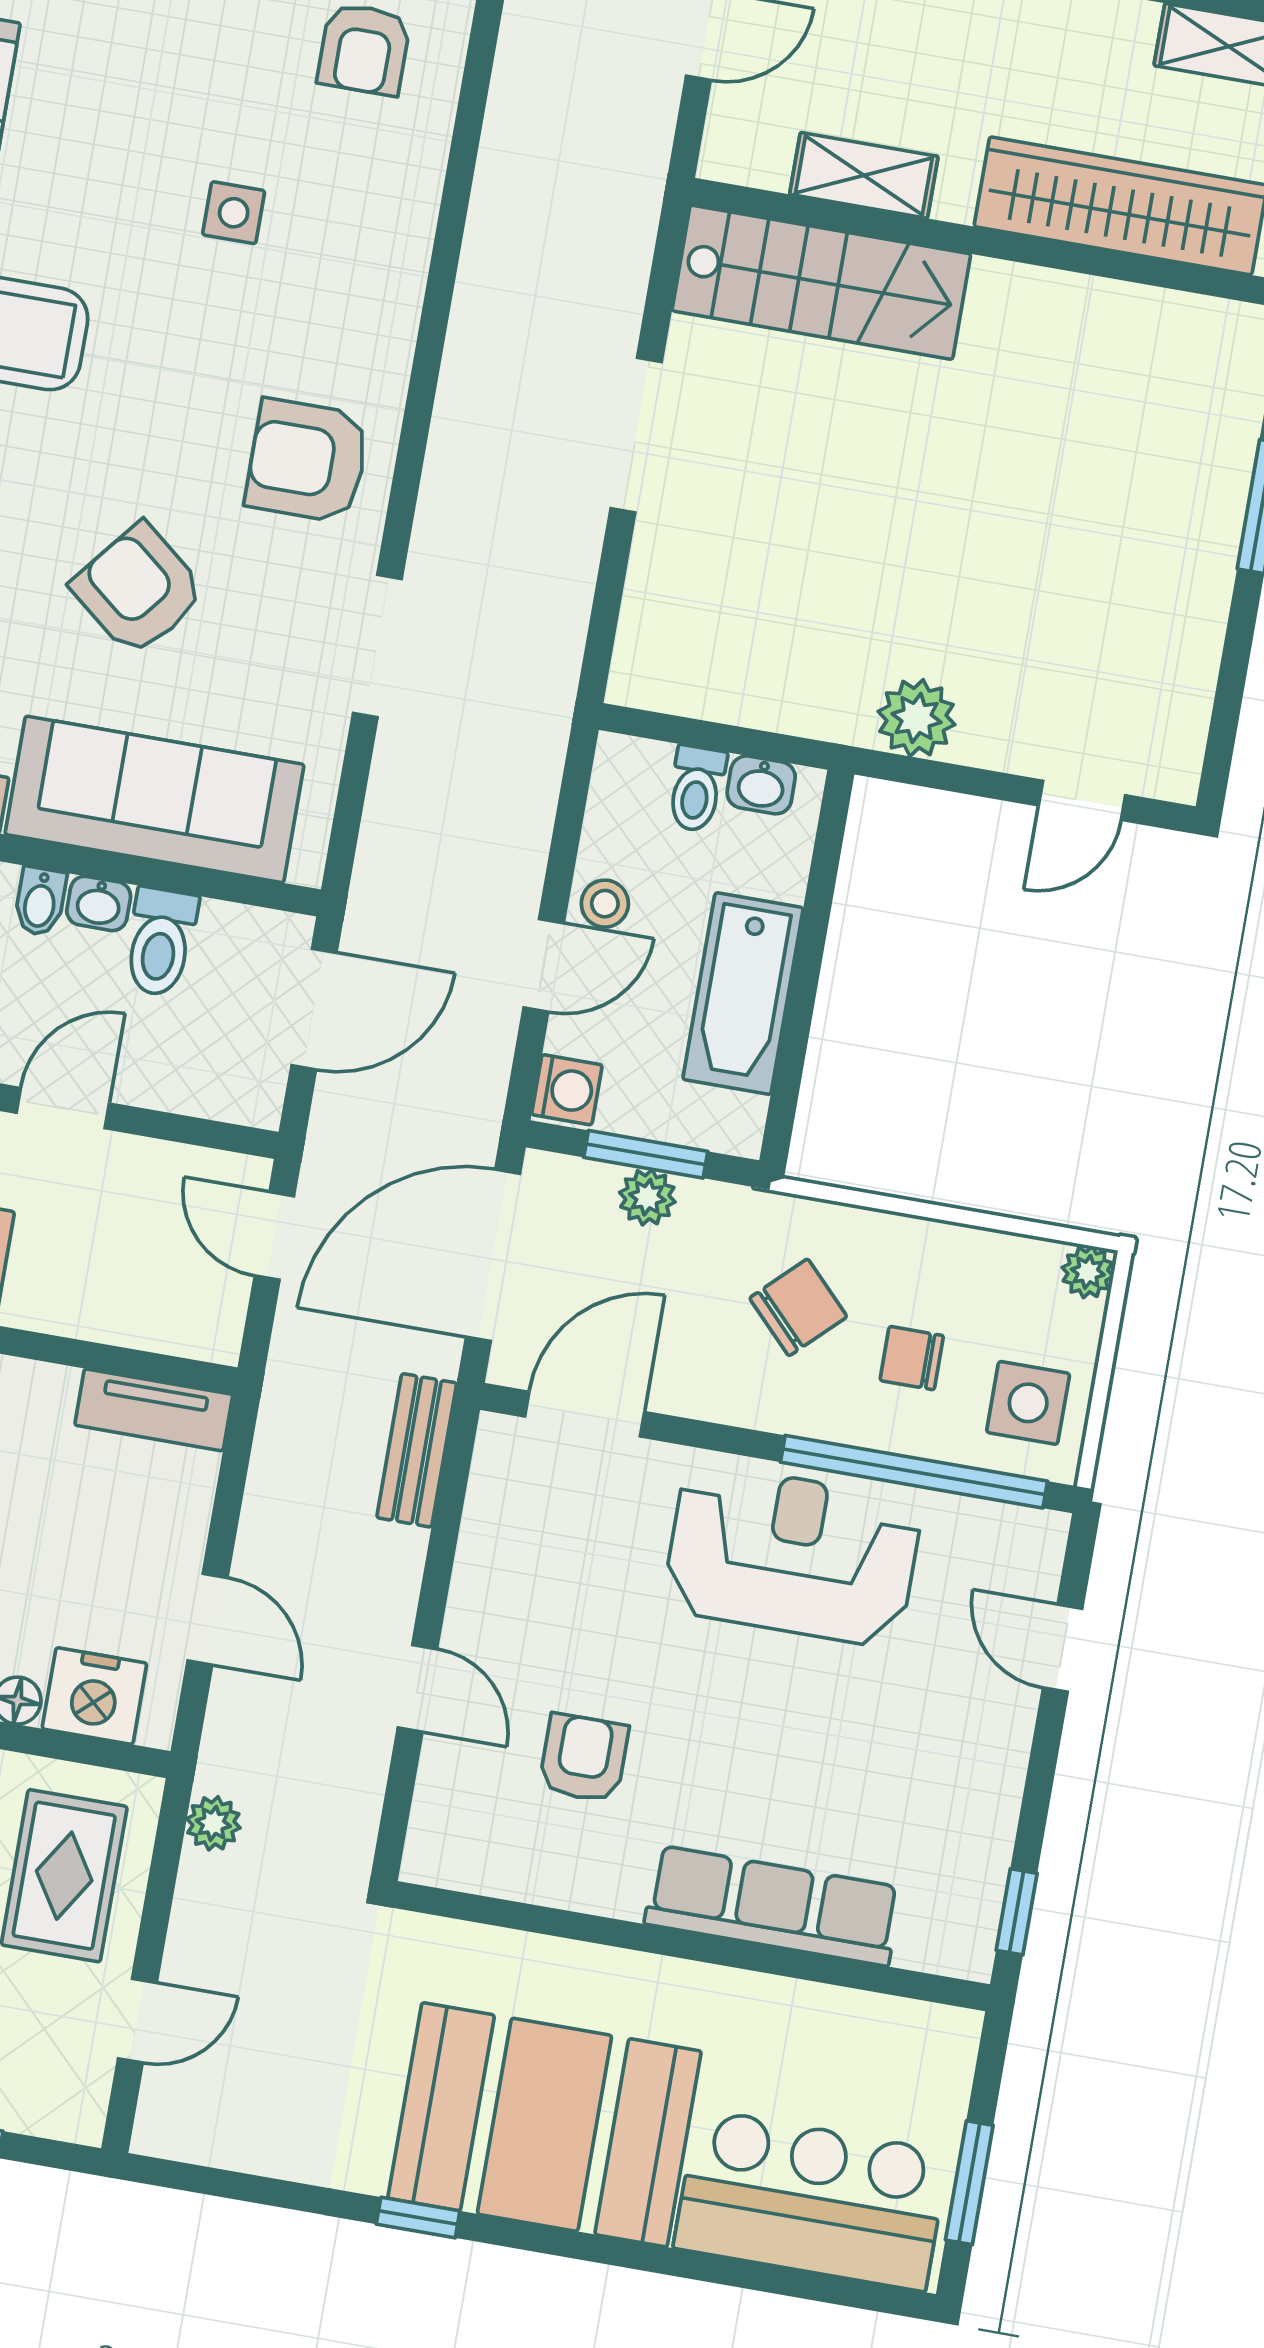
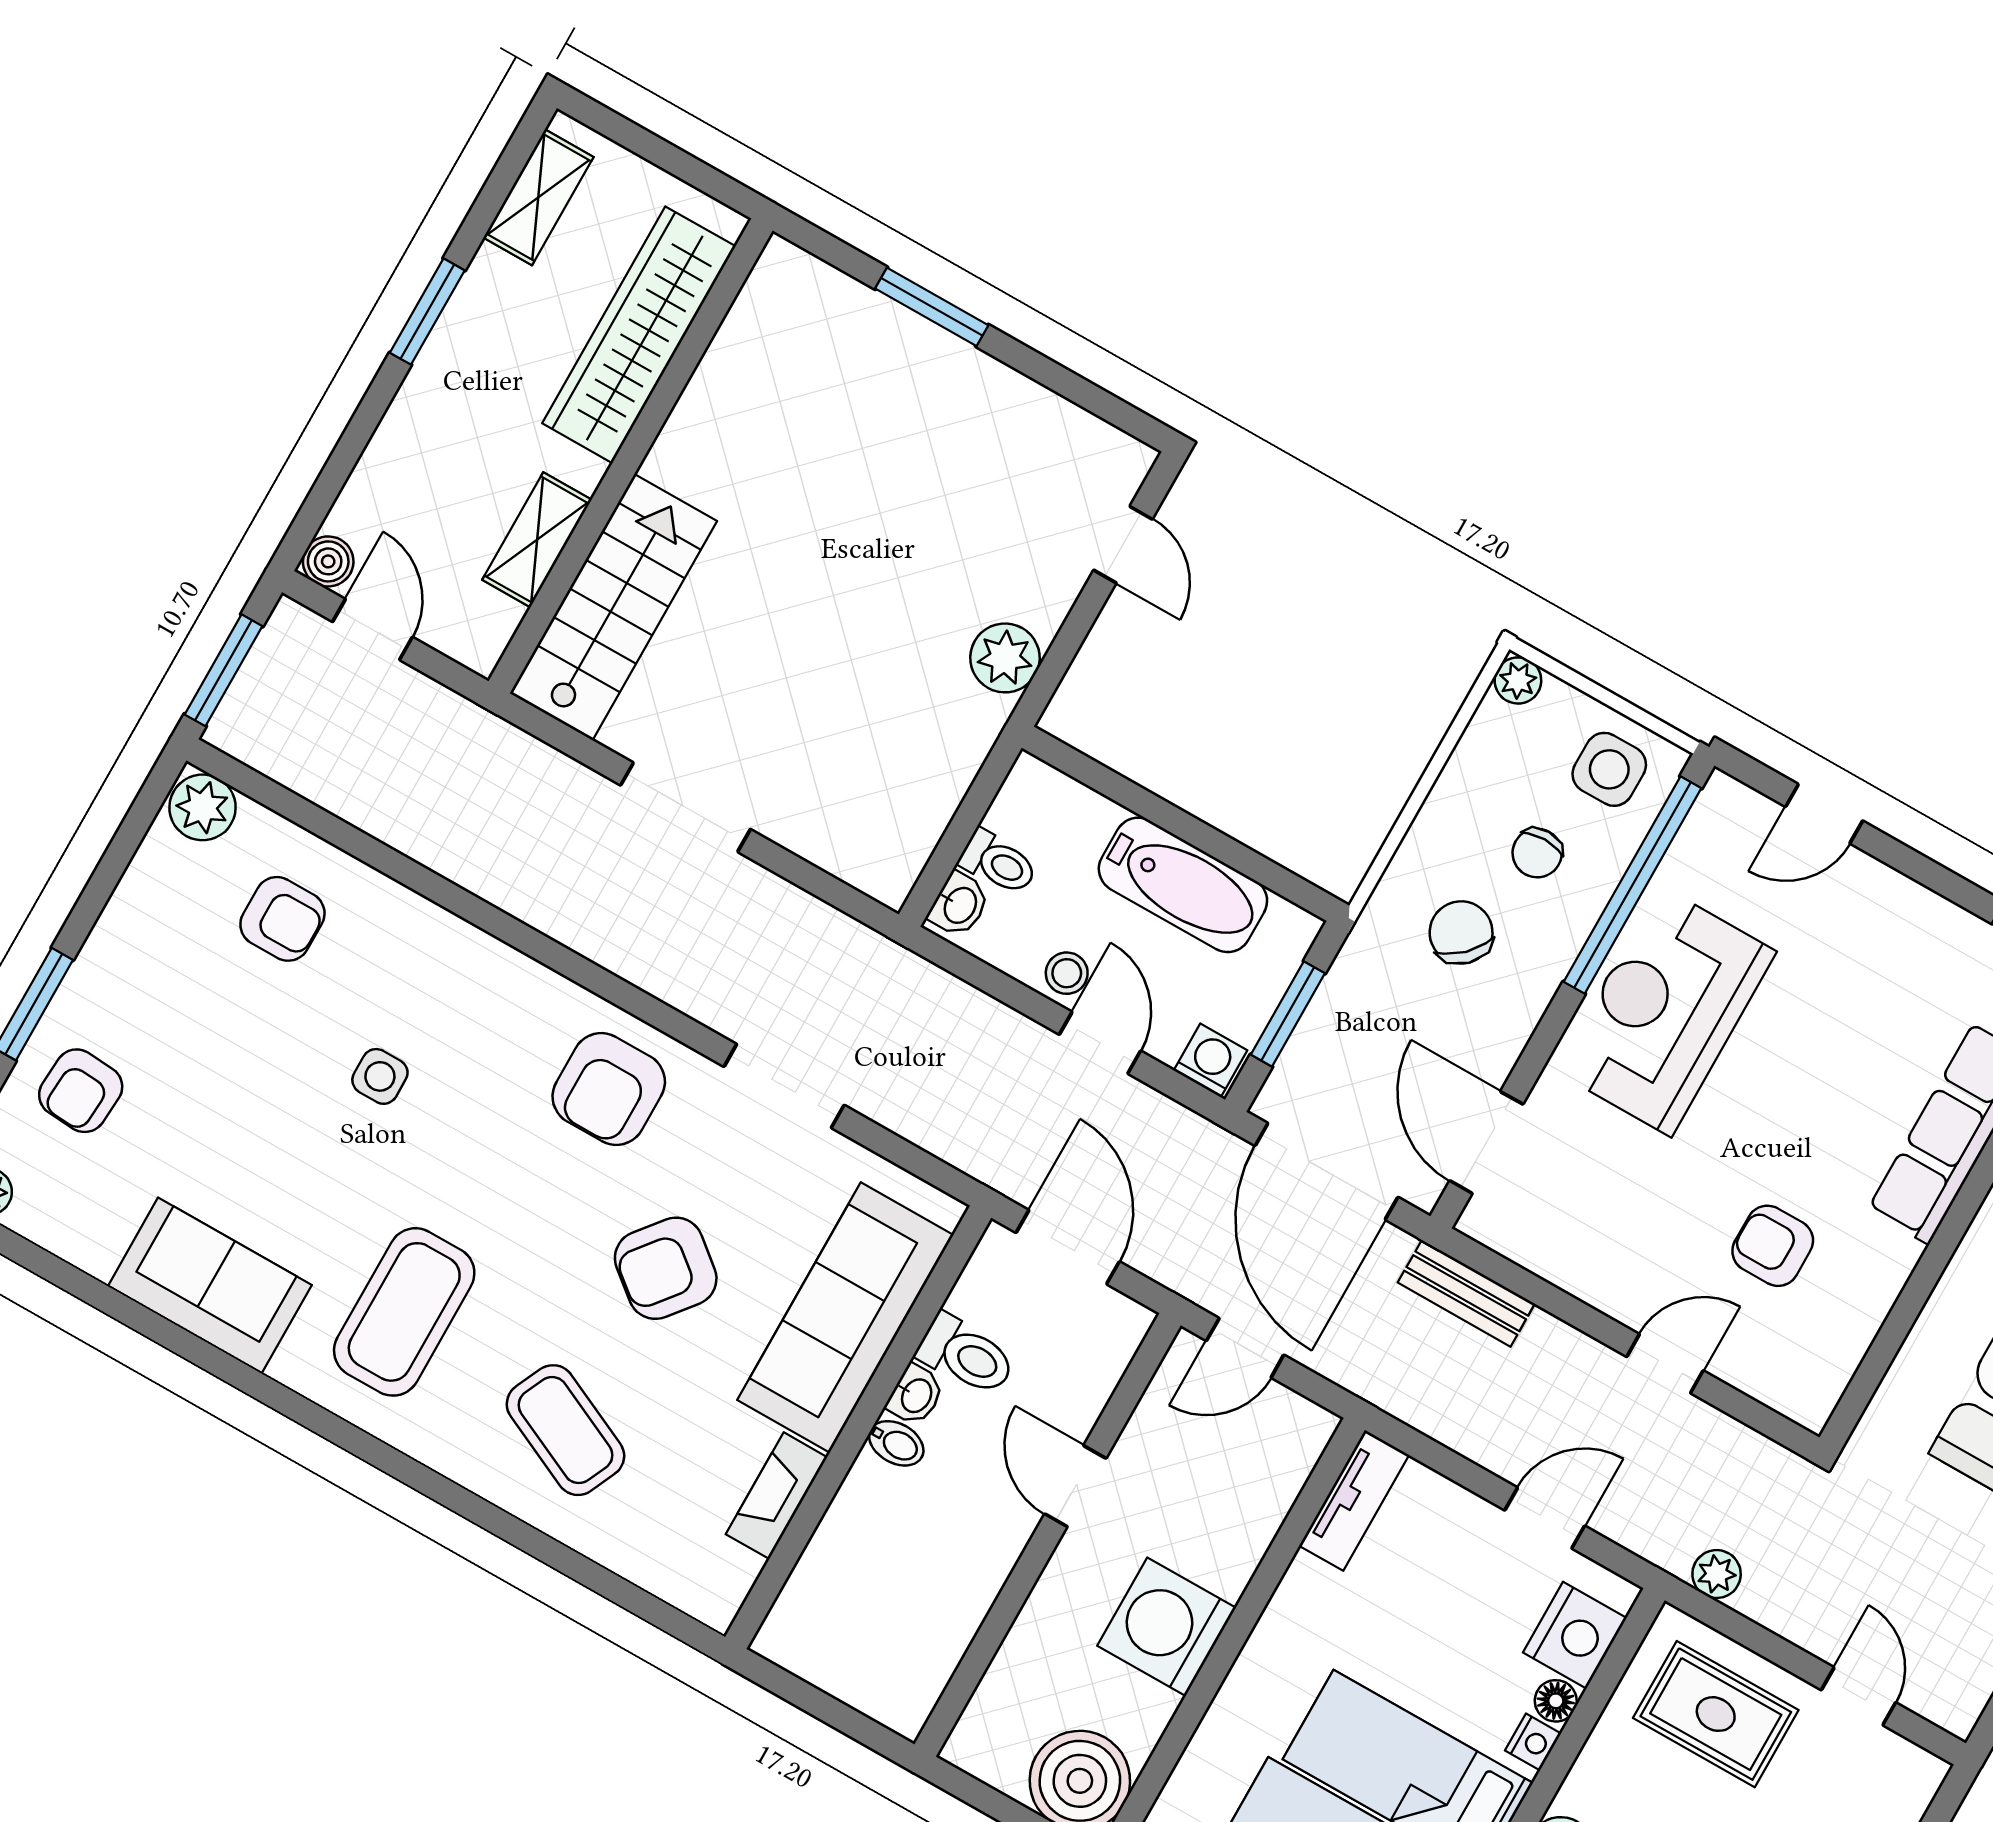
washbasin: (761, 785) -> (959, 905), moved
plant: (647, 1197) -> (1324, 1025), removed

